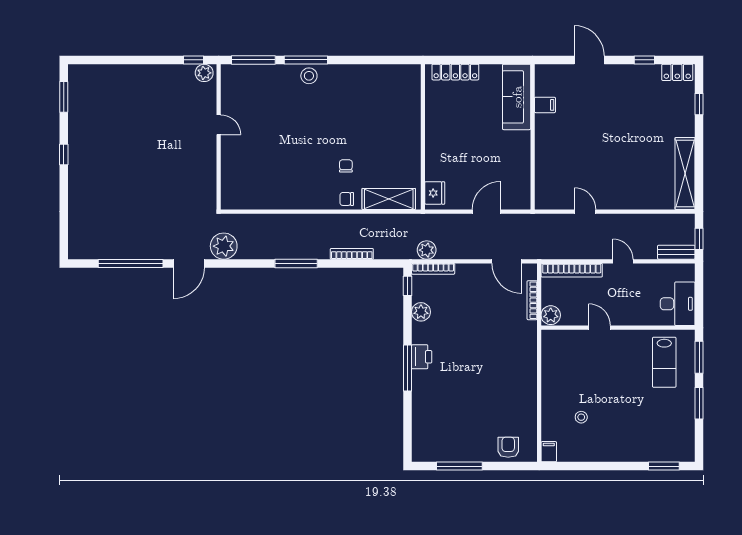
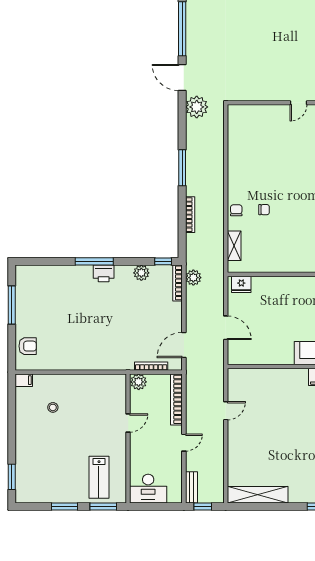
shelving: (389, 199) -> (234, 246), width x0.67, depth x0.75
lab bench: (664, 362) -> (99, 477), turned -90

